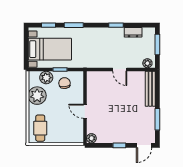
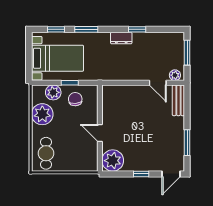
dresser: (133, 32) -> (121, 38), moved
door: (120, 69) -> (158, 83), moved
bench: (150, 89) -> (178, 100), width x0.73
plant: (91, 138) -> (113, 161), width x1.88, depth x1.88

